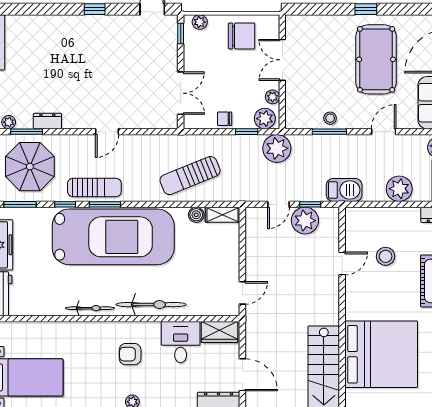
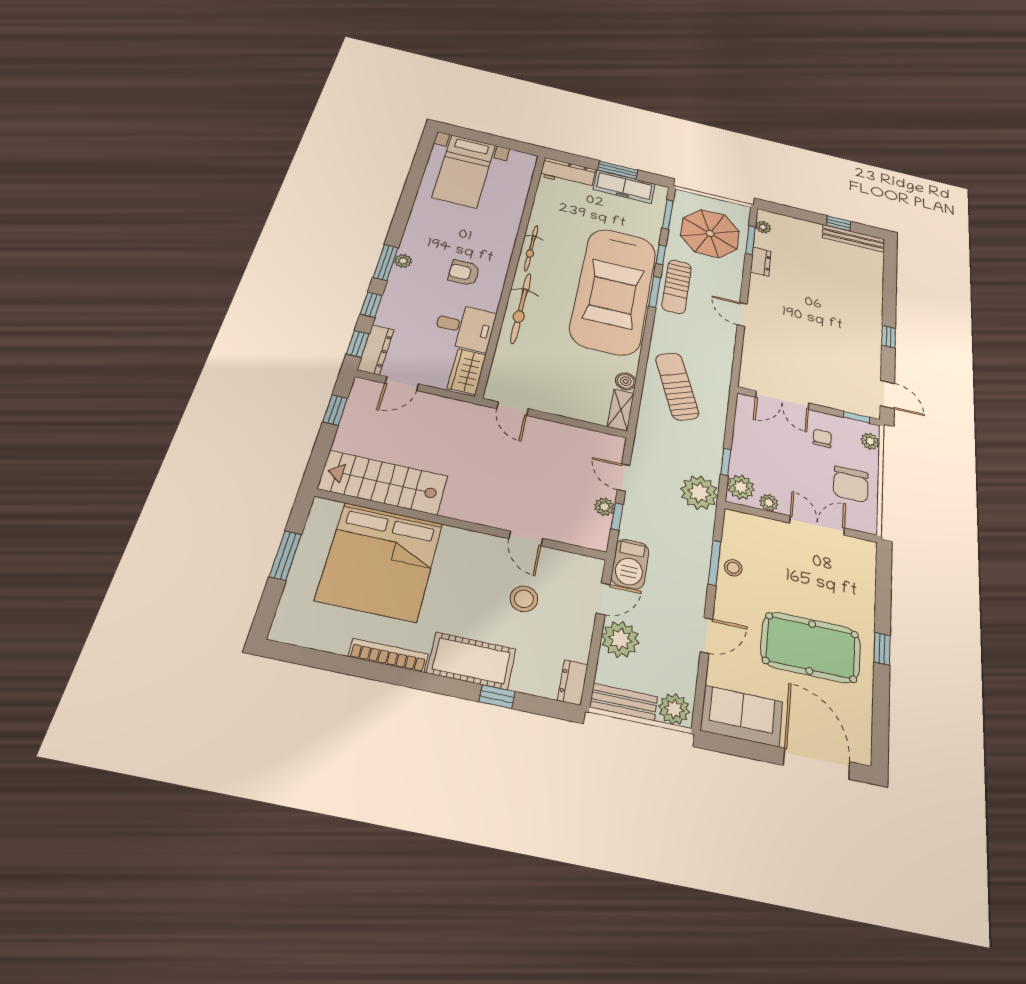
chair: (225, 119) -> (822, 438), moved
door: (384, 132) -> (706, 635), hinge flipped
door: (373, 204) -> (603, 599), added
plant: (305, 221) -> (604, 507), width x0.53, depth x0.53
armchair: (130, 354) -> (464, 273), turned -90
door: (242, 375) -> (402, 384), width x0.73

